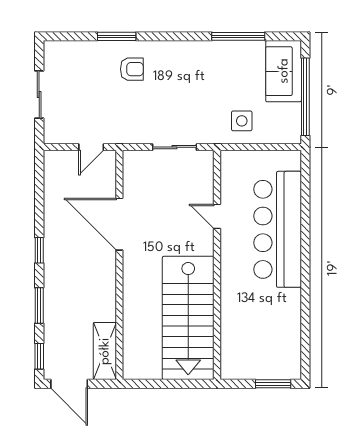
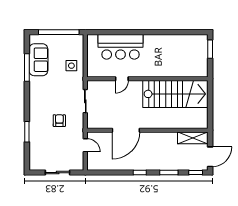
armchair: (132, 69) -> (59, 121), moved
sofa: (284, 71) -> (38, 60), moved, turned -90
bar counter: (278, 229) -> (120, 47), width x0.73

